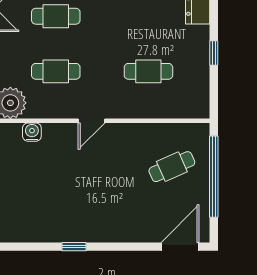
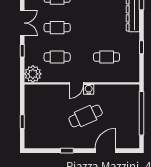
water cooler: (32, 132) -> (89, 89), moved
cafe table: (172, 167) -> (86, 116), moved, width x1.37, depth x1.35
door: (180, 247) -> (105, 151), moved

